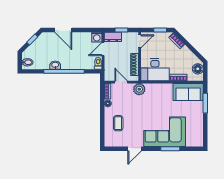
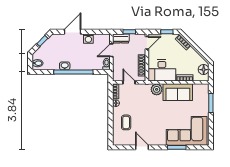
door: (63, 30) -> (73, 32), swing flipped
washing machine: (97, 37) -> (88, 39), moved
plant: (139, 89) -> (157, 89), moved
sofa: (188, 92) -> (178, 92), moved
corner sofa: (165, 132) -> (187, 131), moved
door: (135, 149) -> (142, 147), swing flipped

